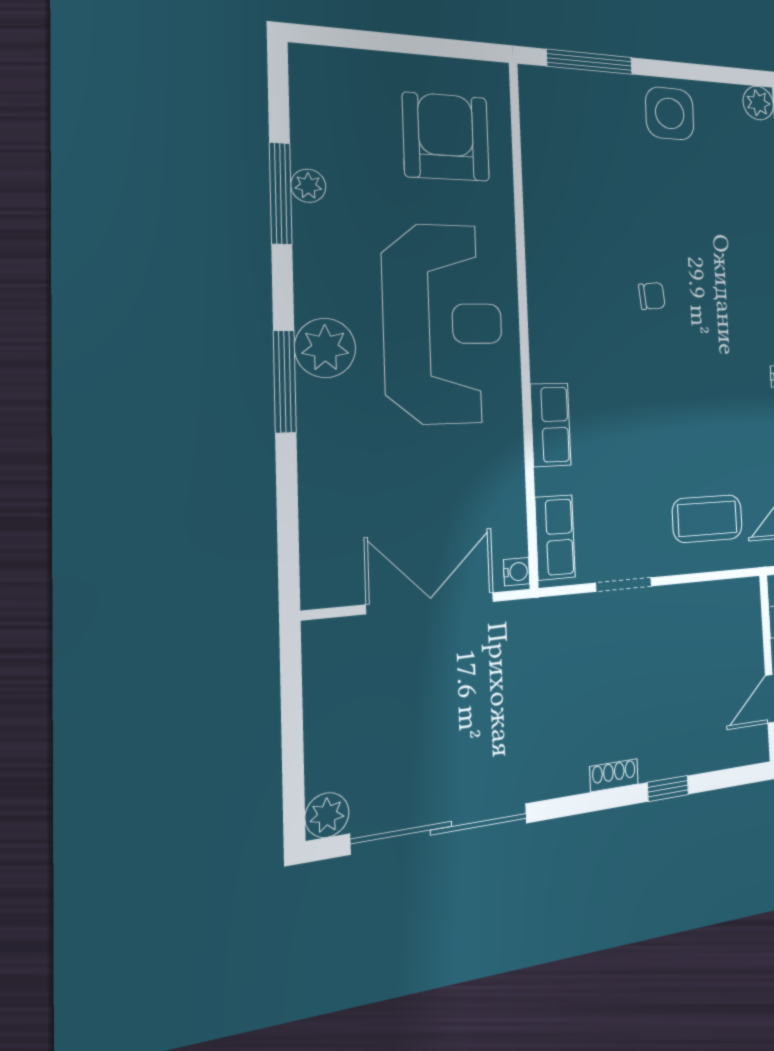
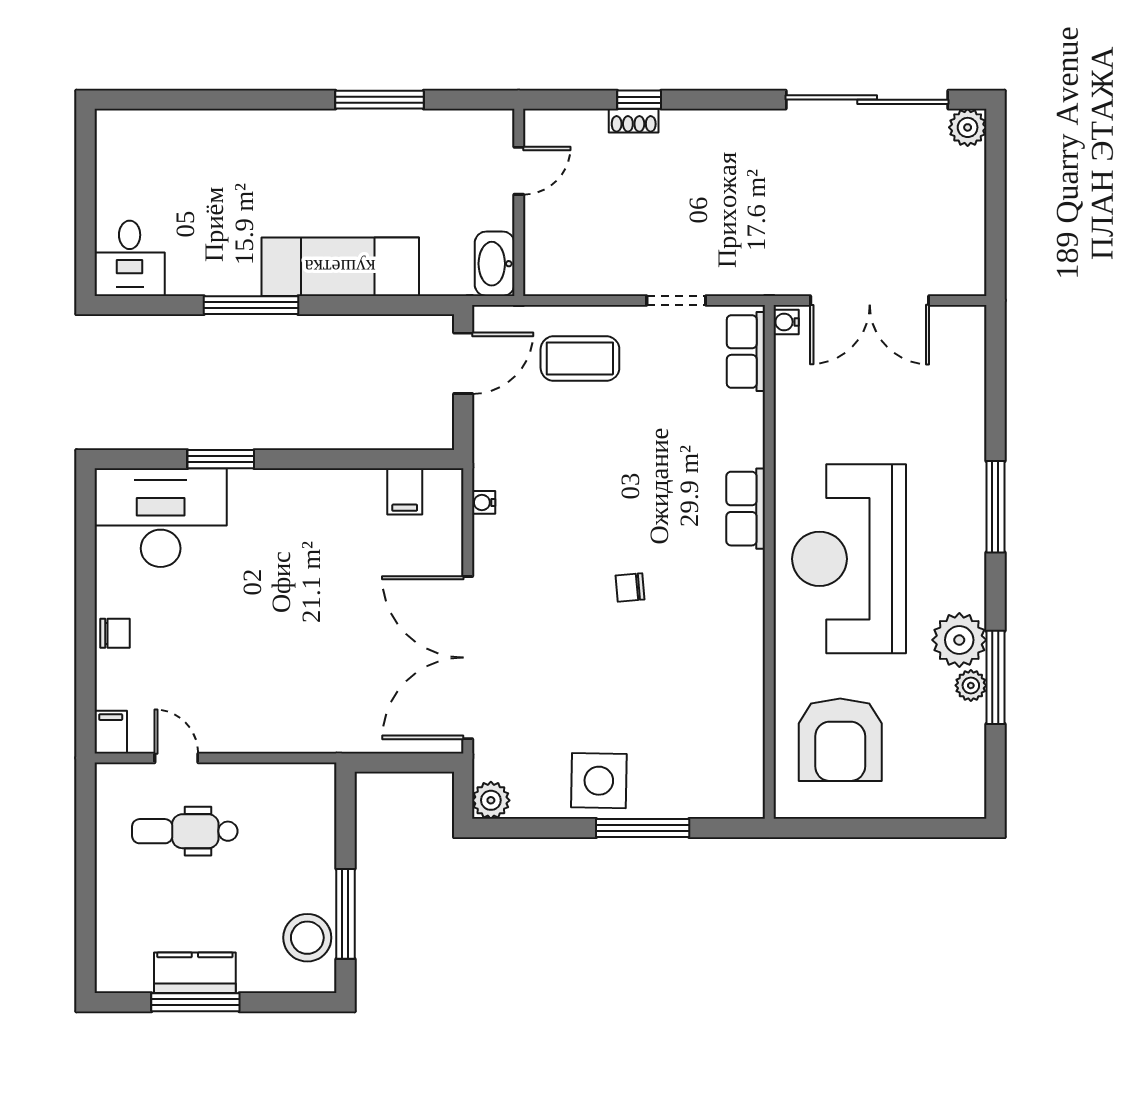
window: (590, 62) -> (643, 828), moved
plant: (325, 348) -> (959, 640), moved
row of seats: (551, 425) -> (746, 509), moved
shoe rack: (614, 775) -> (634, 121), moved

